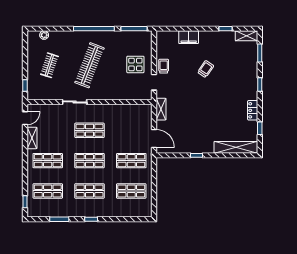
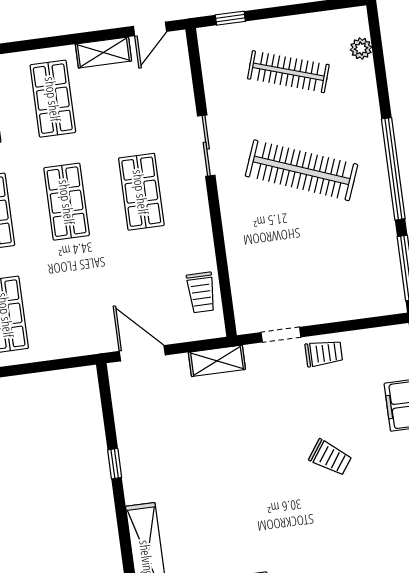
display table: (135, 64) -> (319, 283), removed
clothes rail: (49, 65) -> (288, 72), width x1.36
trolley: (133, 112) -> (201, 292), added
door: (25, 118) -> (150, 29), hinge flipped
door: (154, 139) -> (142, 353), swing flipped
shop shelf: (131, 161) -> (80, 305), removed

